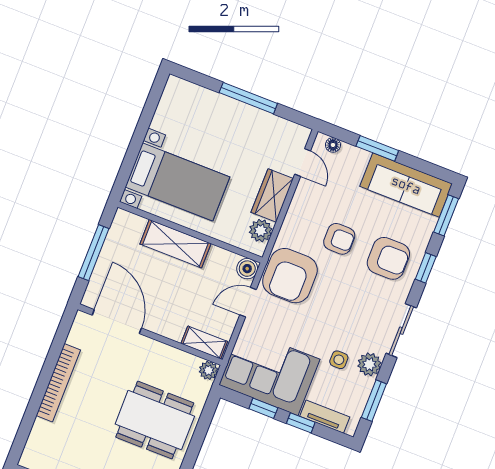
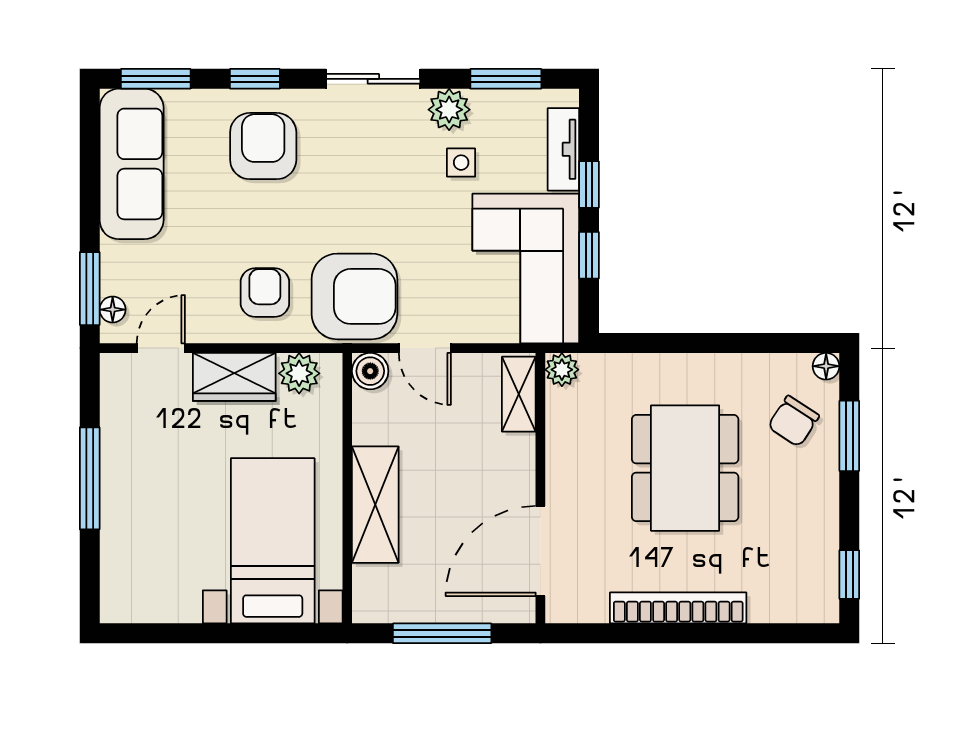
window: (377, 148) -> (90, 289), moved
armchair: (339, 239) -> (265, 293), moved
dining table: (155, 420) -> (685, 468), moved

